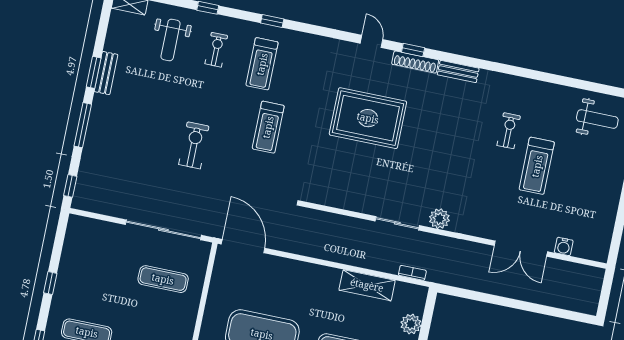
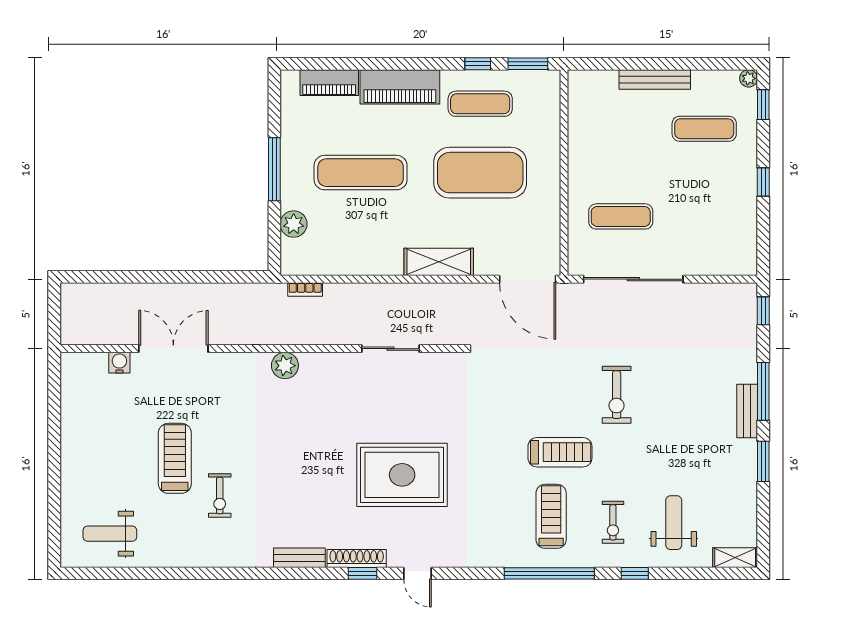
window: (272, 21) -> (549, 573), width x3.17
bench: (106, 73) -> (747, 411), moved
treadmill: (268, 127) -> (560, 452), moved, turned 90
sliding door: (397, 223) -> (390, 349), moved
shelving: (367, 285) -> (439, 262), moved

